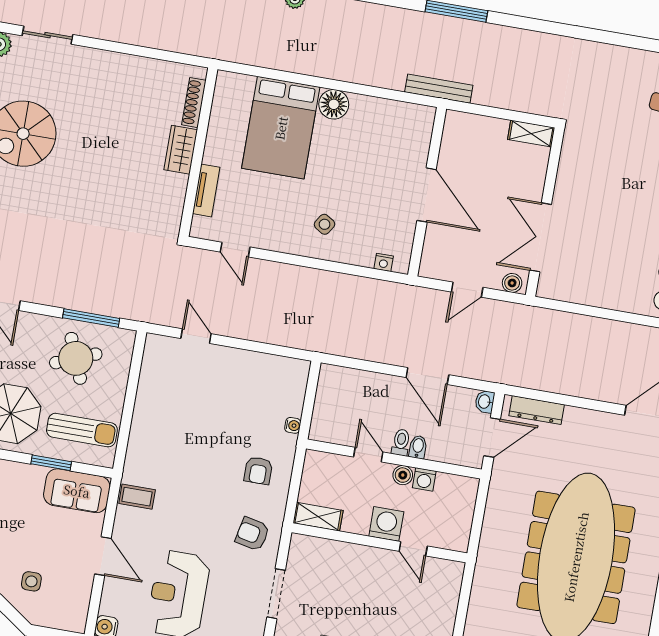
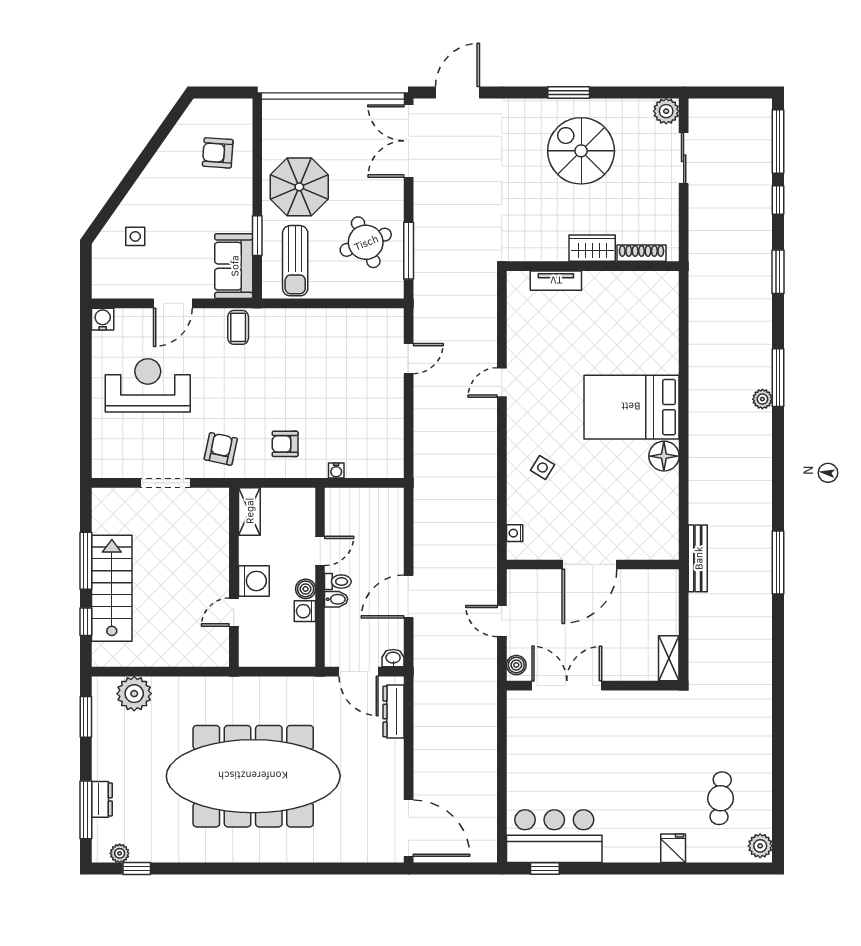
shoe rack: (194, 103) -> (642, 253), moved
wardrobe: (181, 150) -> (592, 248), moved
wall: (198, 152) -> (593, 266), moved
tv unit: (206, 190) -> (556, 281), moved

